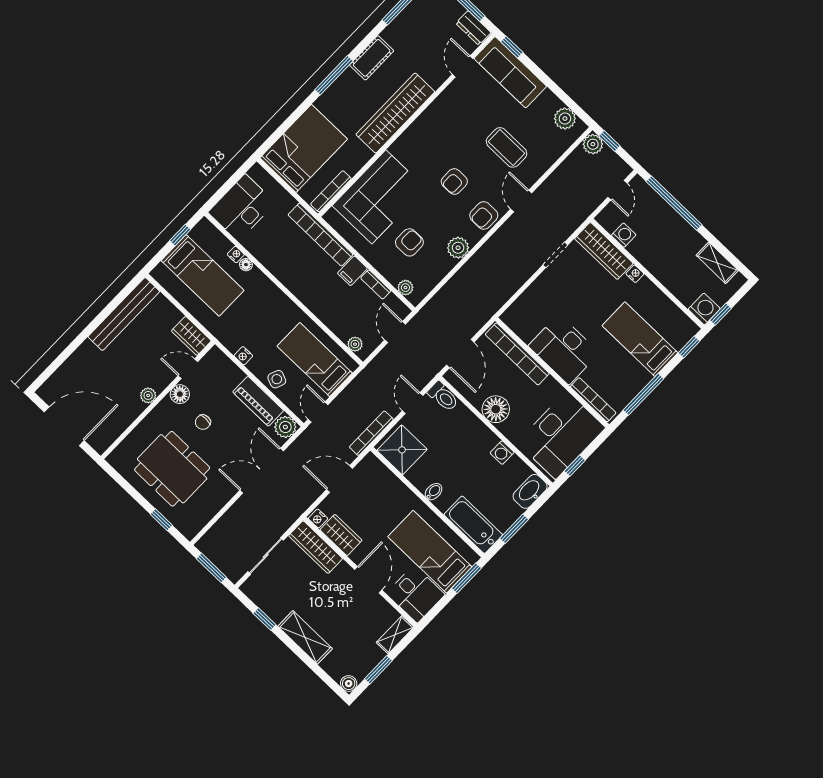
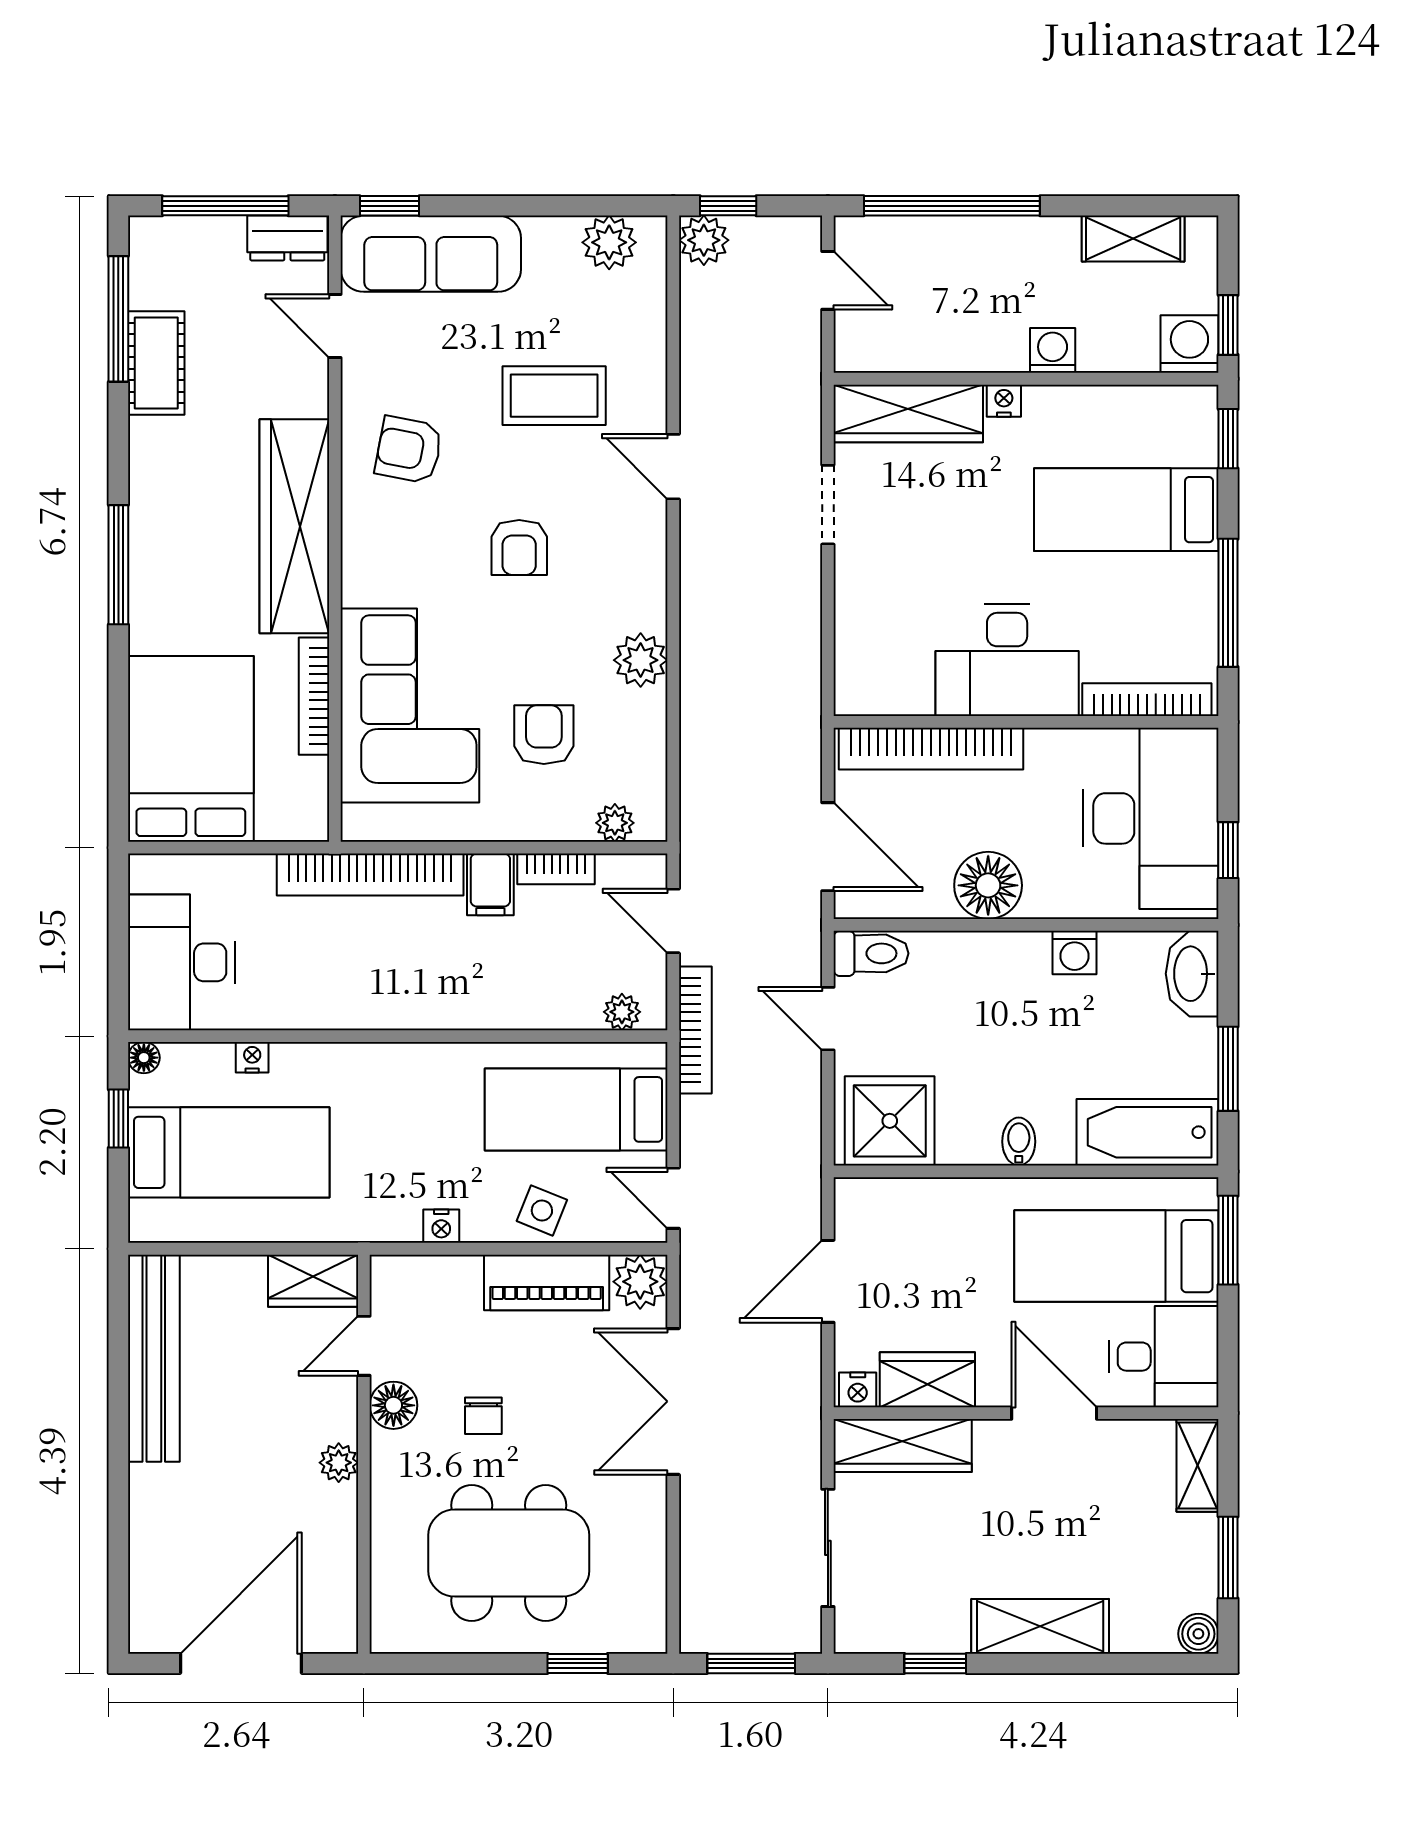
cot: (372, 58) -> (156, 363), moved
bookcase: (331, 191) -> (314, 696), moved
armchair: (484, 215) -> (409, 450), moved, turned 101
washing machine: (624, 235) -> (1053, 350), moved
floor lamp: (246, 265) -> (144, 1058), moved
bookcase: (371, 433) -> (695, 1030), moved, turned 180

